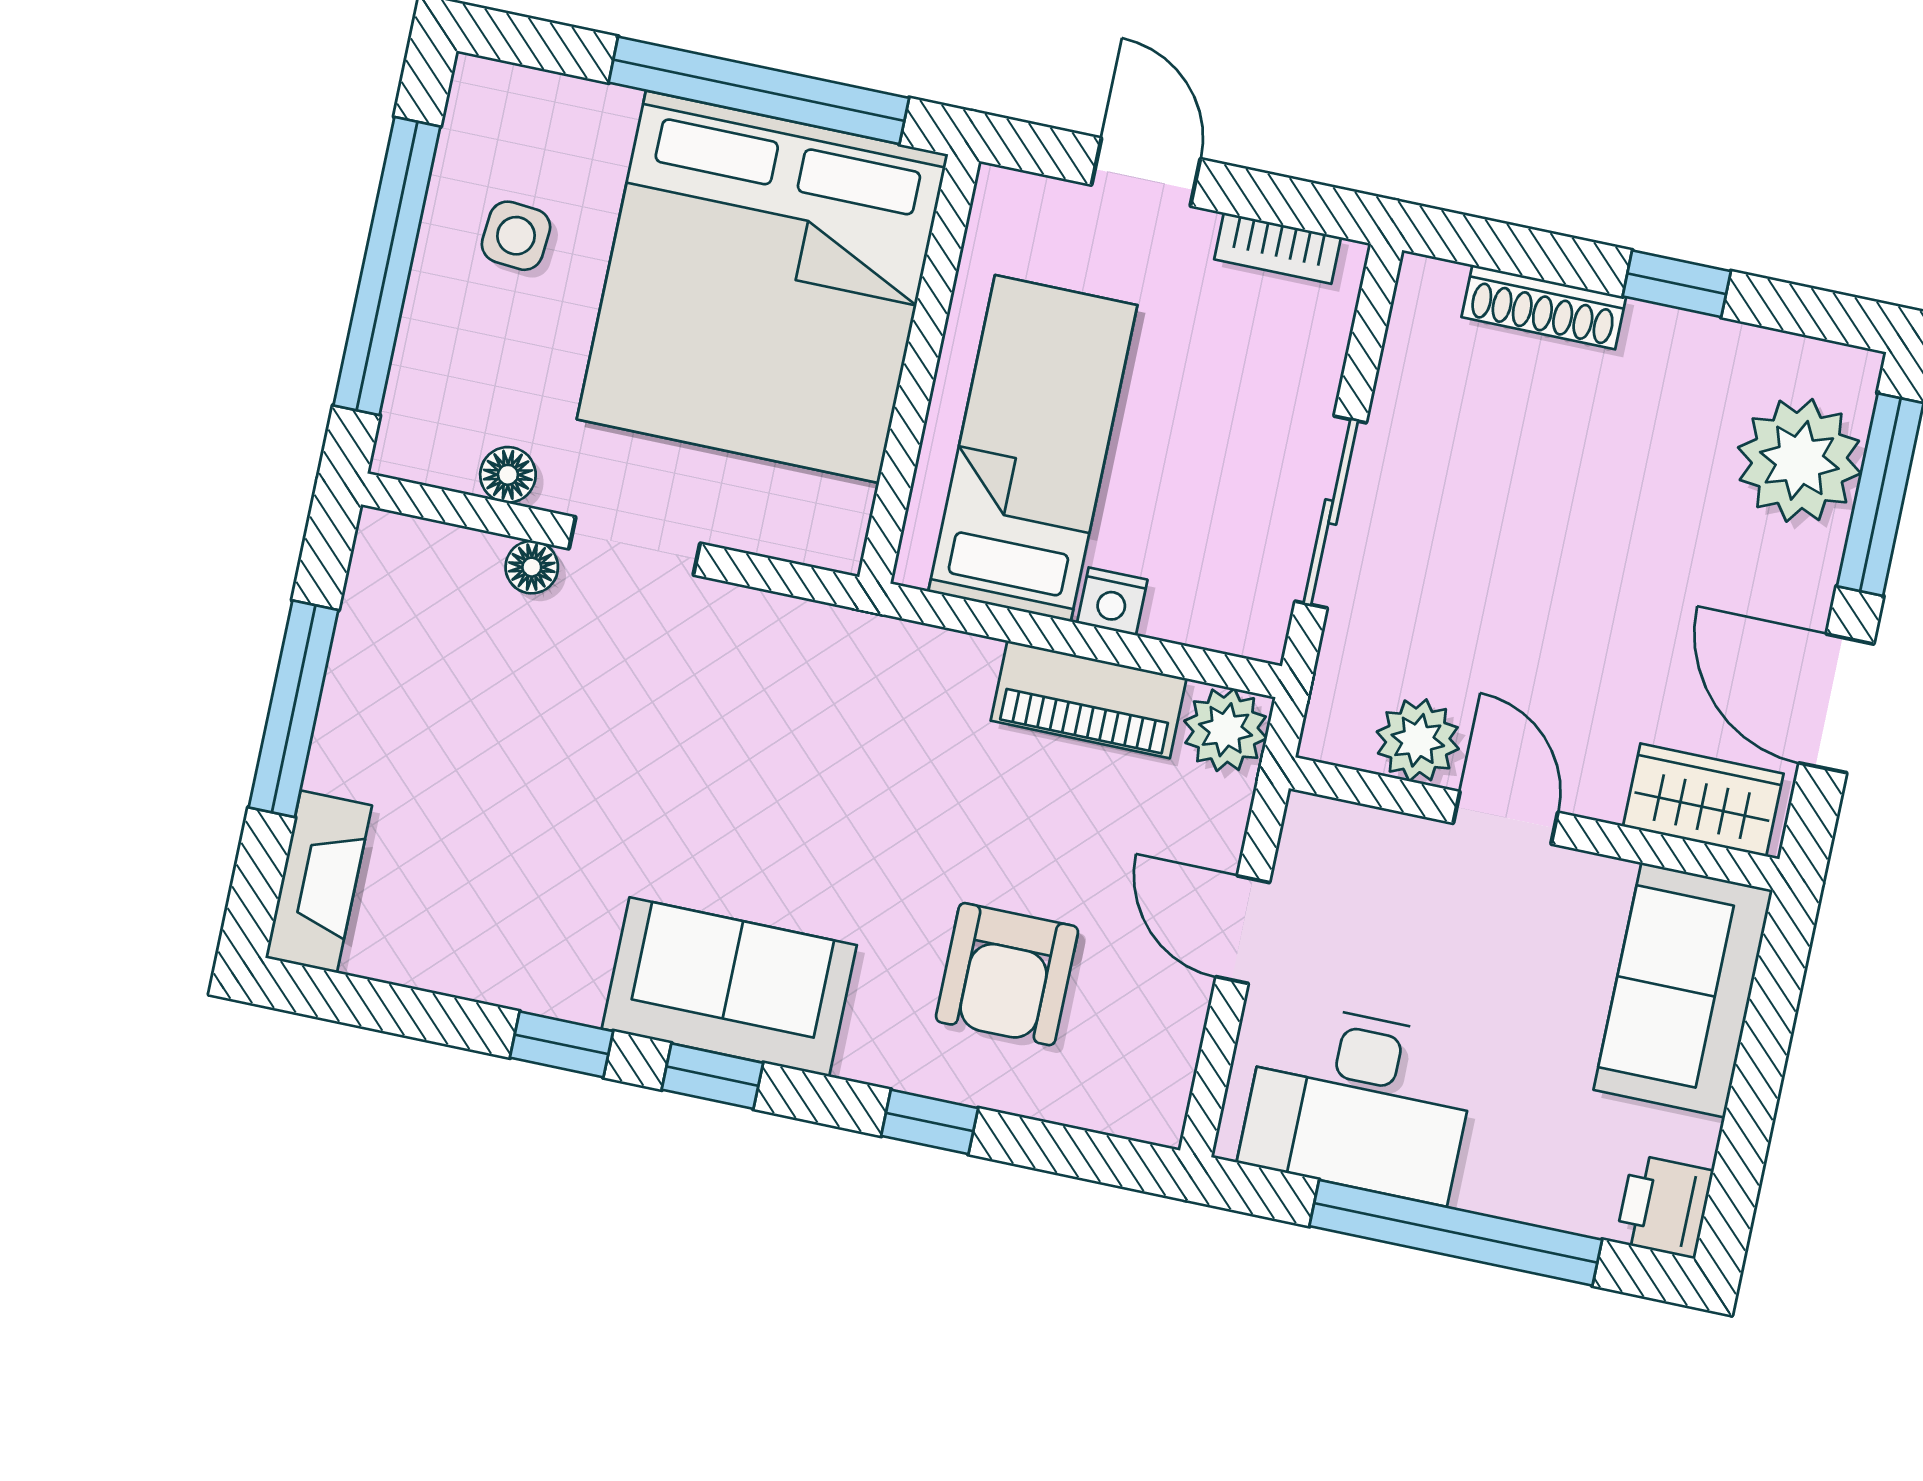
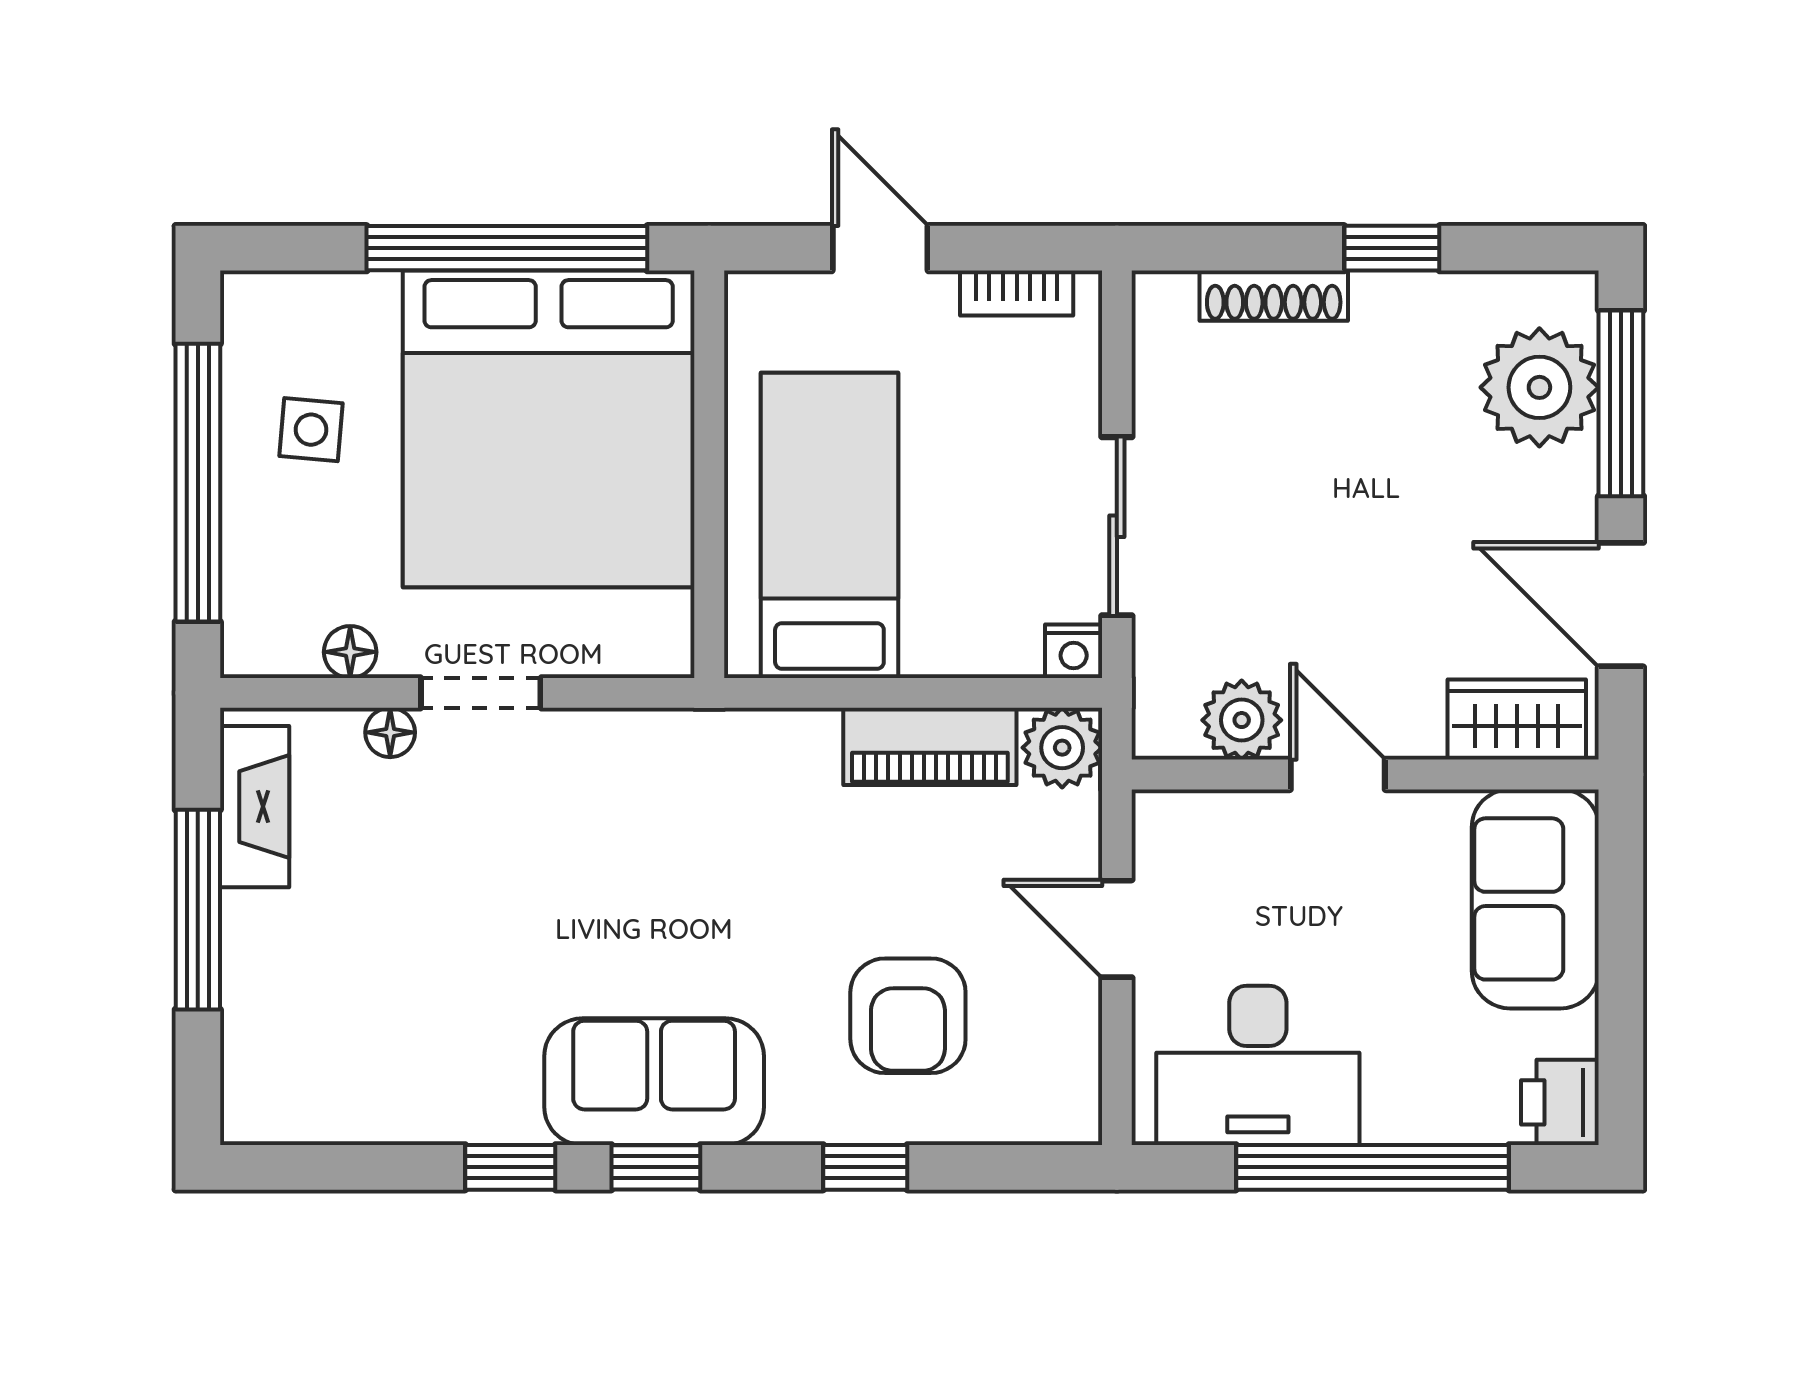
nightstand: (1112, 601) -> (1074, 651), moved
fireplace: (319, 882) -> (255, 807), moved

